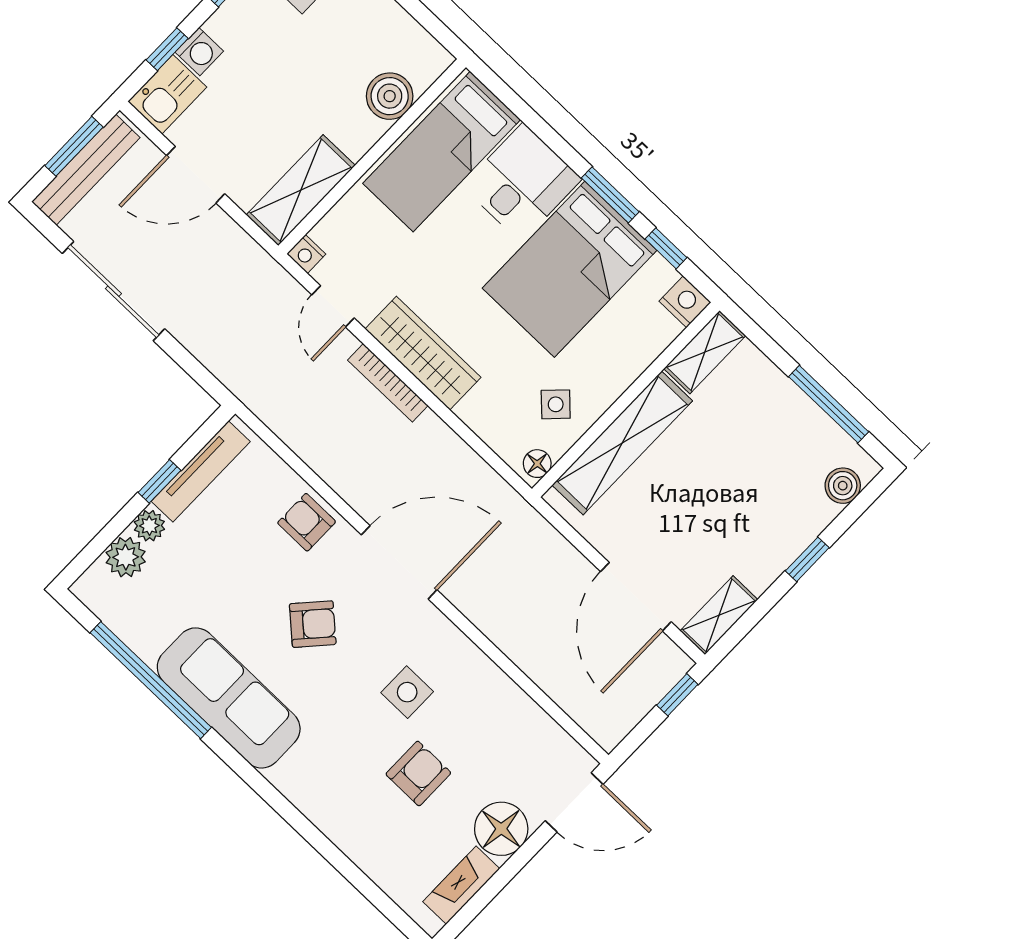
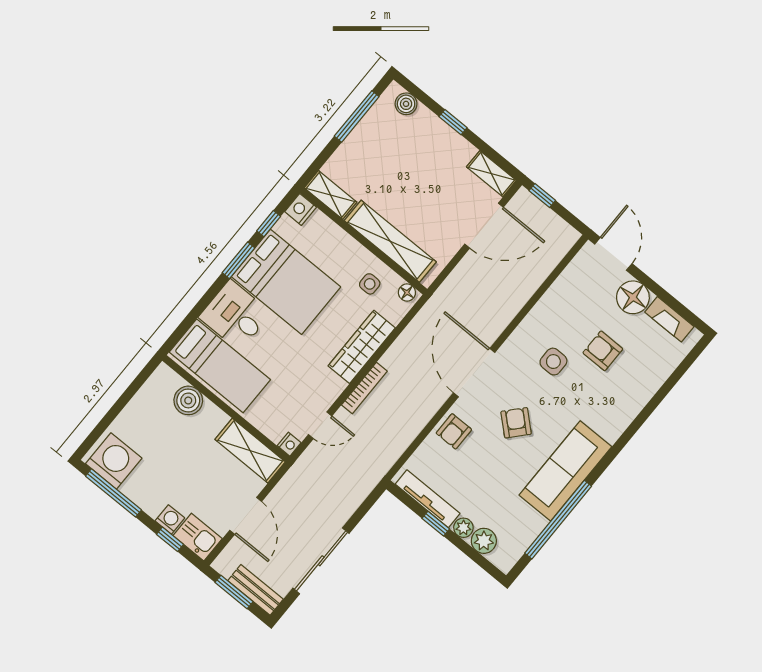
bench: (86, 170) -> (255, 590), width x0.73
wardrobe: (423, 353) -> (362, 347), moved
side table: (556, 404) -> (370, 284), turned 45

